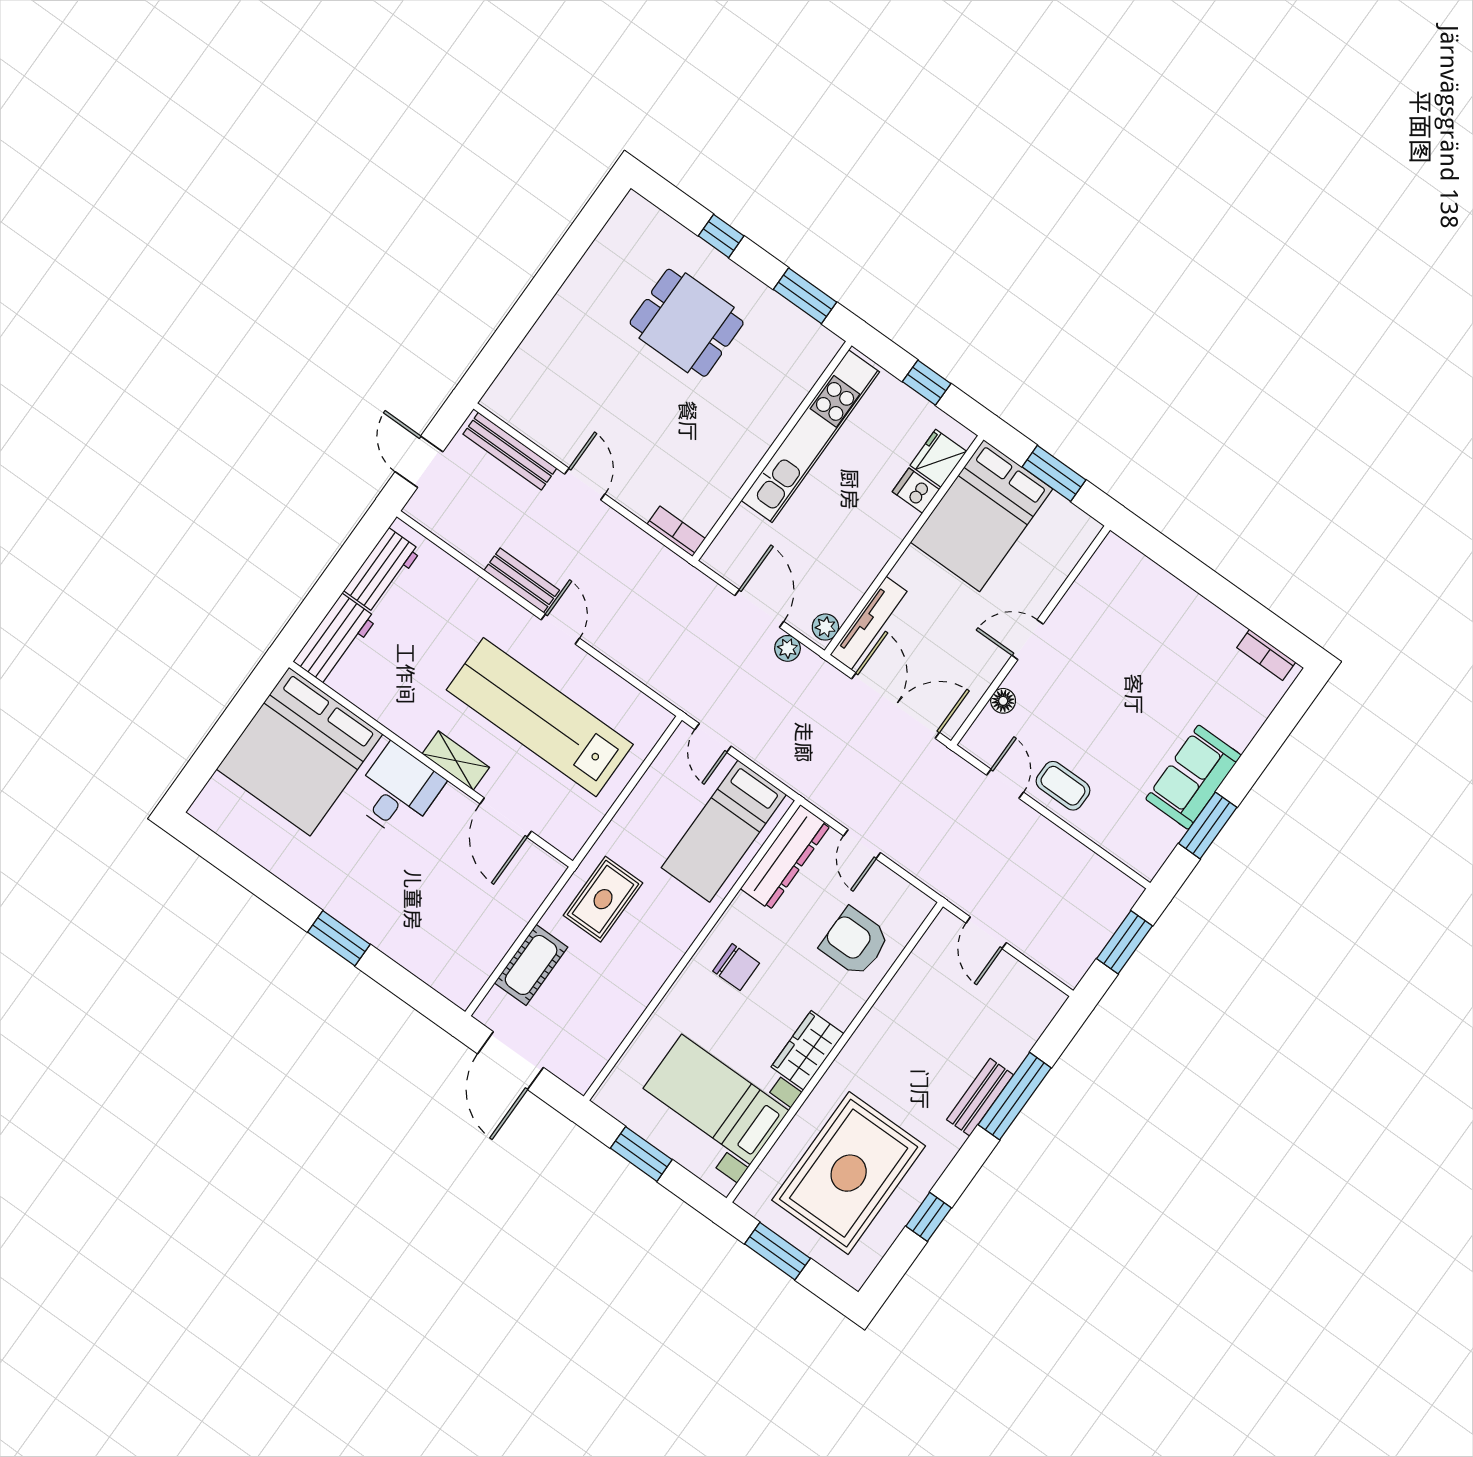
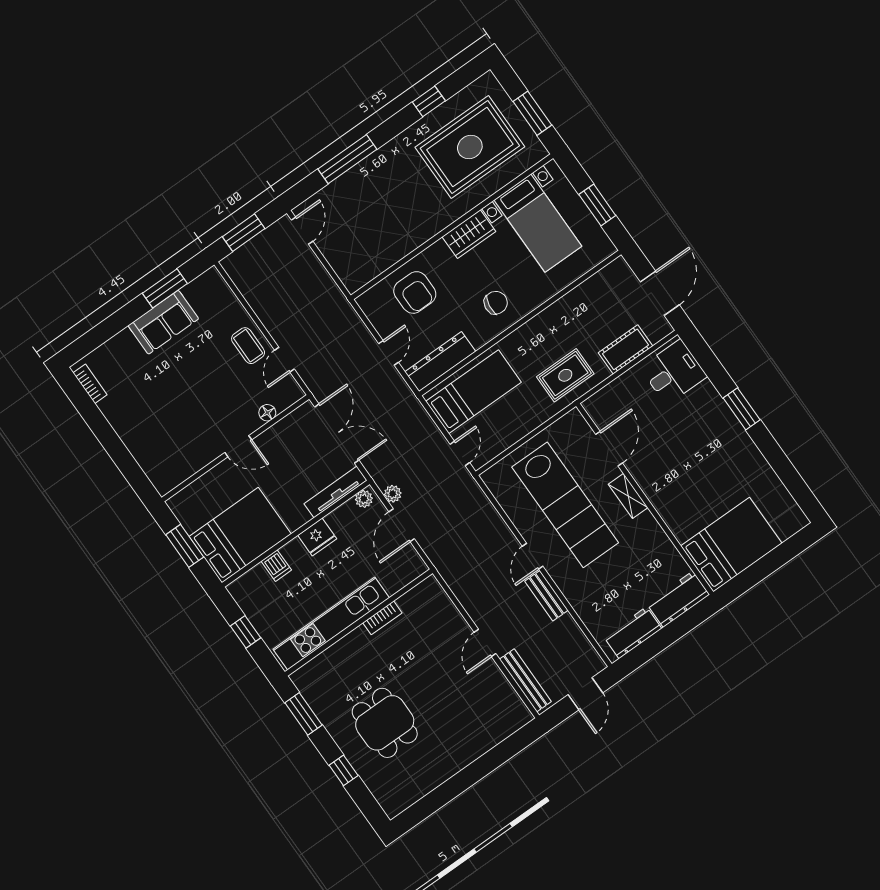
fridge: (938, 458) -> (317, 537), moved
bookcase: (676, 531) -> (382, 618), moved, turned -90
double door: (896, 706) -> (337, 433), swing flipped
bed: (299, 752) -> (731, 545), width x0.73
desk: (397, 791) -> (674, 372), moved, turned 180
door: (986, 933) -> (302, 231), moved
chair: (736, 967) -> (496, 303), turned 97
bench: (980, 1097) -> (370, 166), removed

